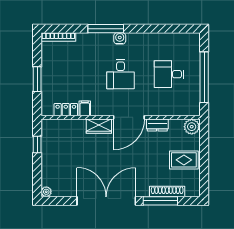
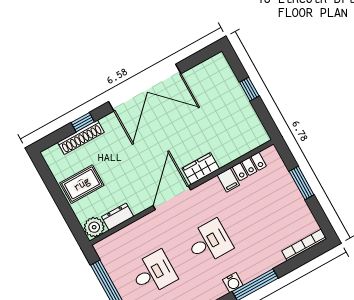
desk: (121, 74) -> (209, 242), turned 90
dresser: (157, 125) -> (118, 217), moved
window: (37, 145) -> (249, 89), moved
plant: (46, 192) -> (219, 60), removed
window: (160, 201) -> (83, 122), width x0.46

